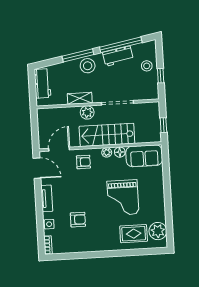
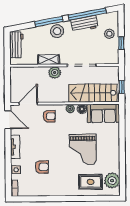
stairs: (107, 135) -> (93, 93), moved

